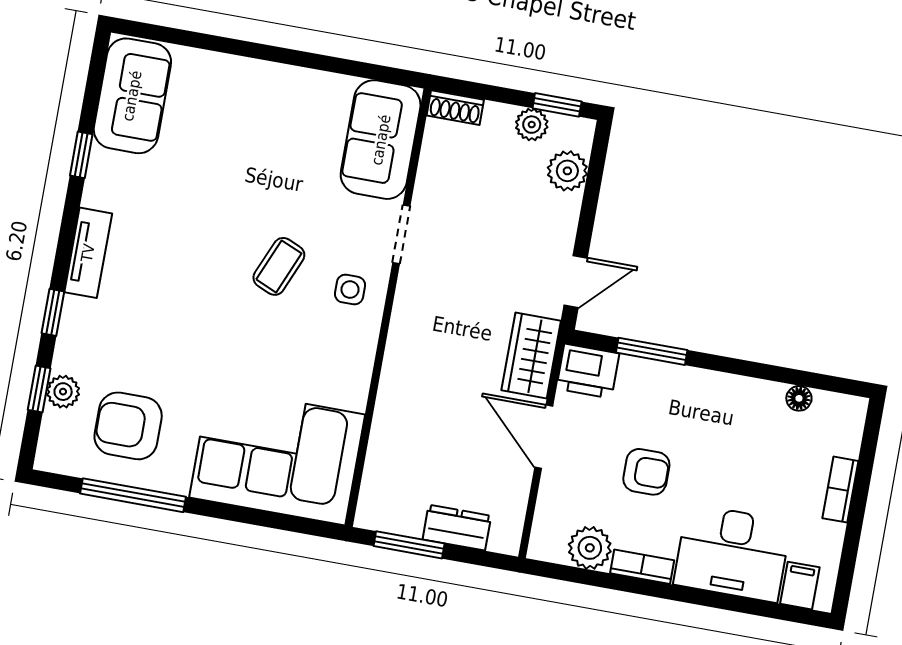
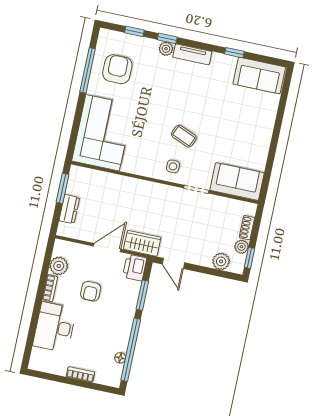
shoe rack: (455, 108) -> (247, 228), moved
window: (779, 374) -> (131, 350), added
plant: (63, 392) -> (166, 49), moved
filing cabinet: (800, 586) -> (40, 356), removed

